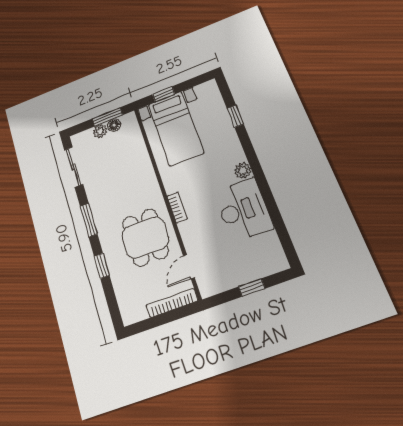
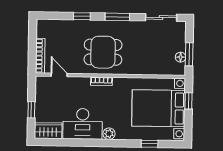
bed with nightstands: (176, 128) -> (158, 108), width x1.36
plant: (100, 131) -> (180, 45), removed
dining table: (145, 237) -> (103, 52), moved
wardrobe: (272, 253) -> (48, 131), added

